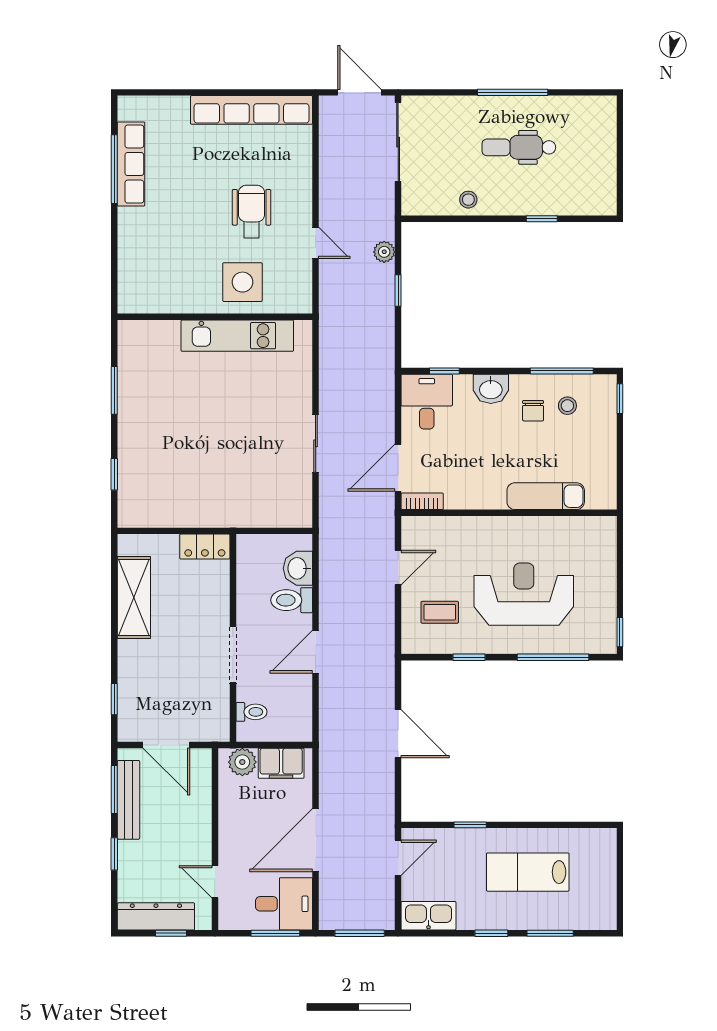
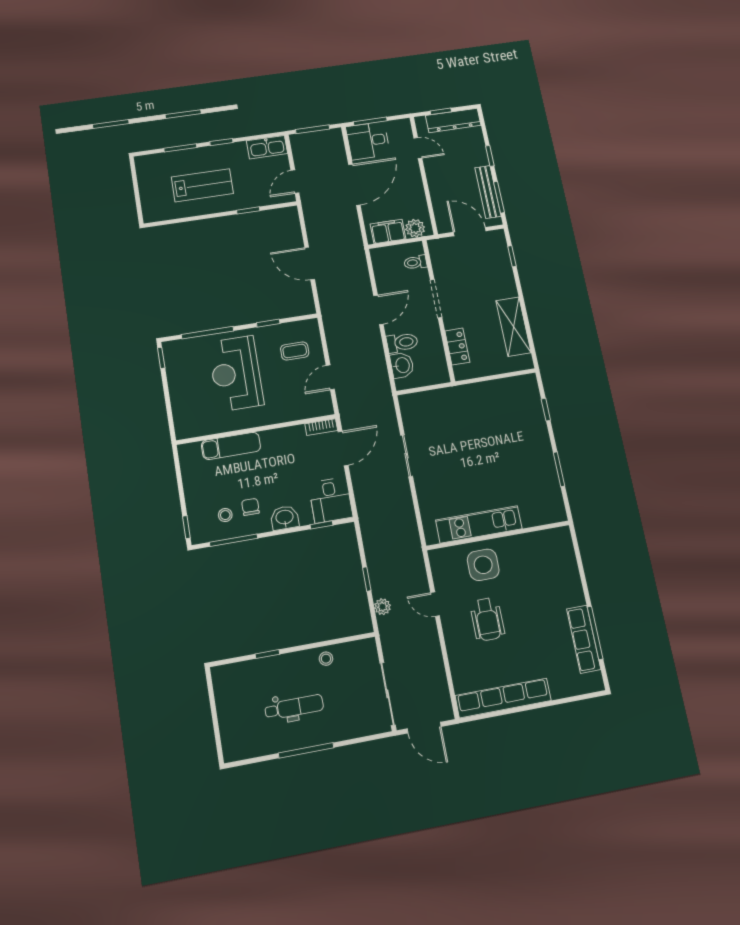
locker: (205, 547) -> (457, 347), moved, turned 90
reception desk: (524, 594) -> (236, 373), turned 90

